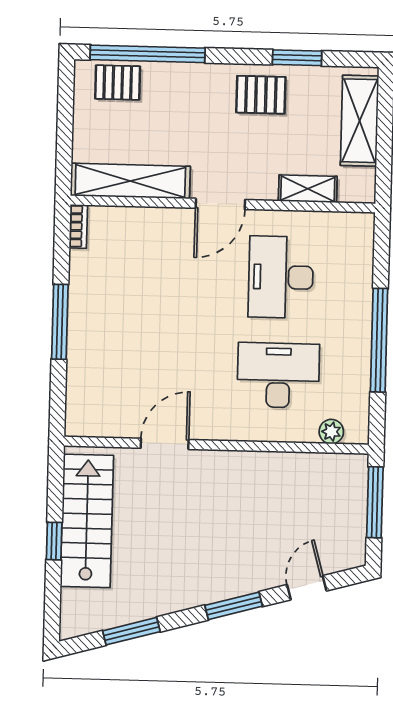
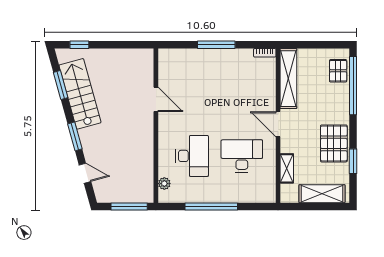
pallet: (261, 95) -> (334, 143), width x1.50, depth x1.42
stairs: (87, 521) -> (80, 94), moved, turned -105
window: (54, 541) -> (79, 45), moved

